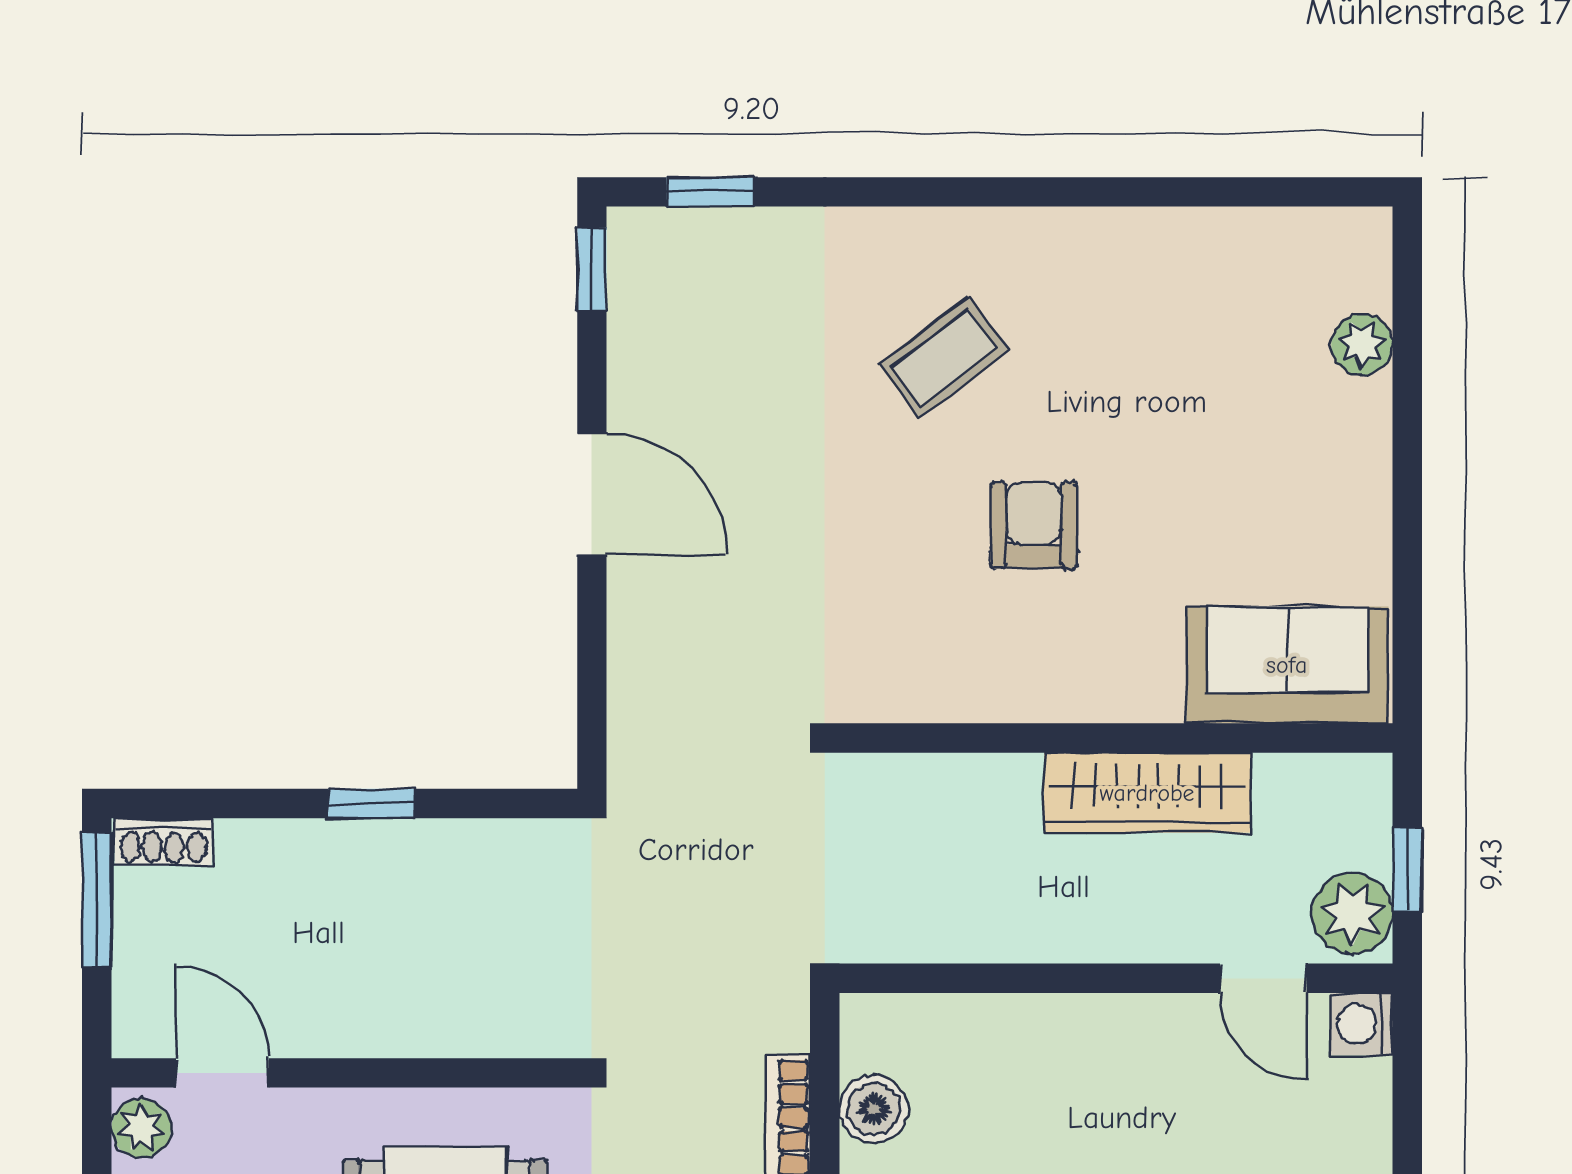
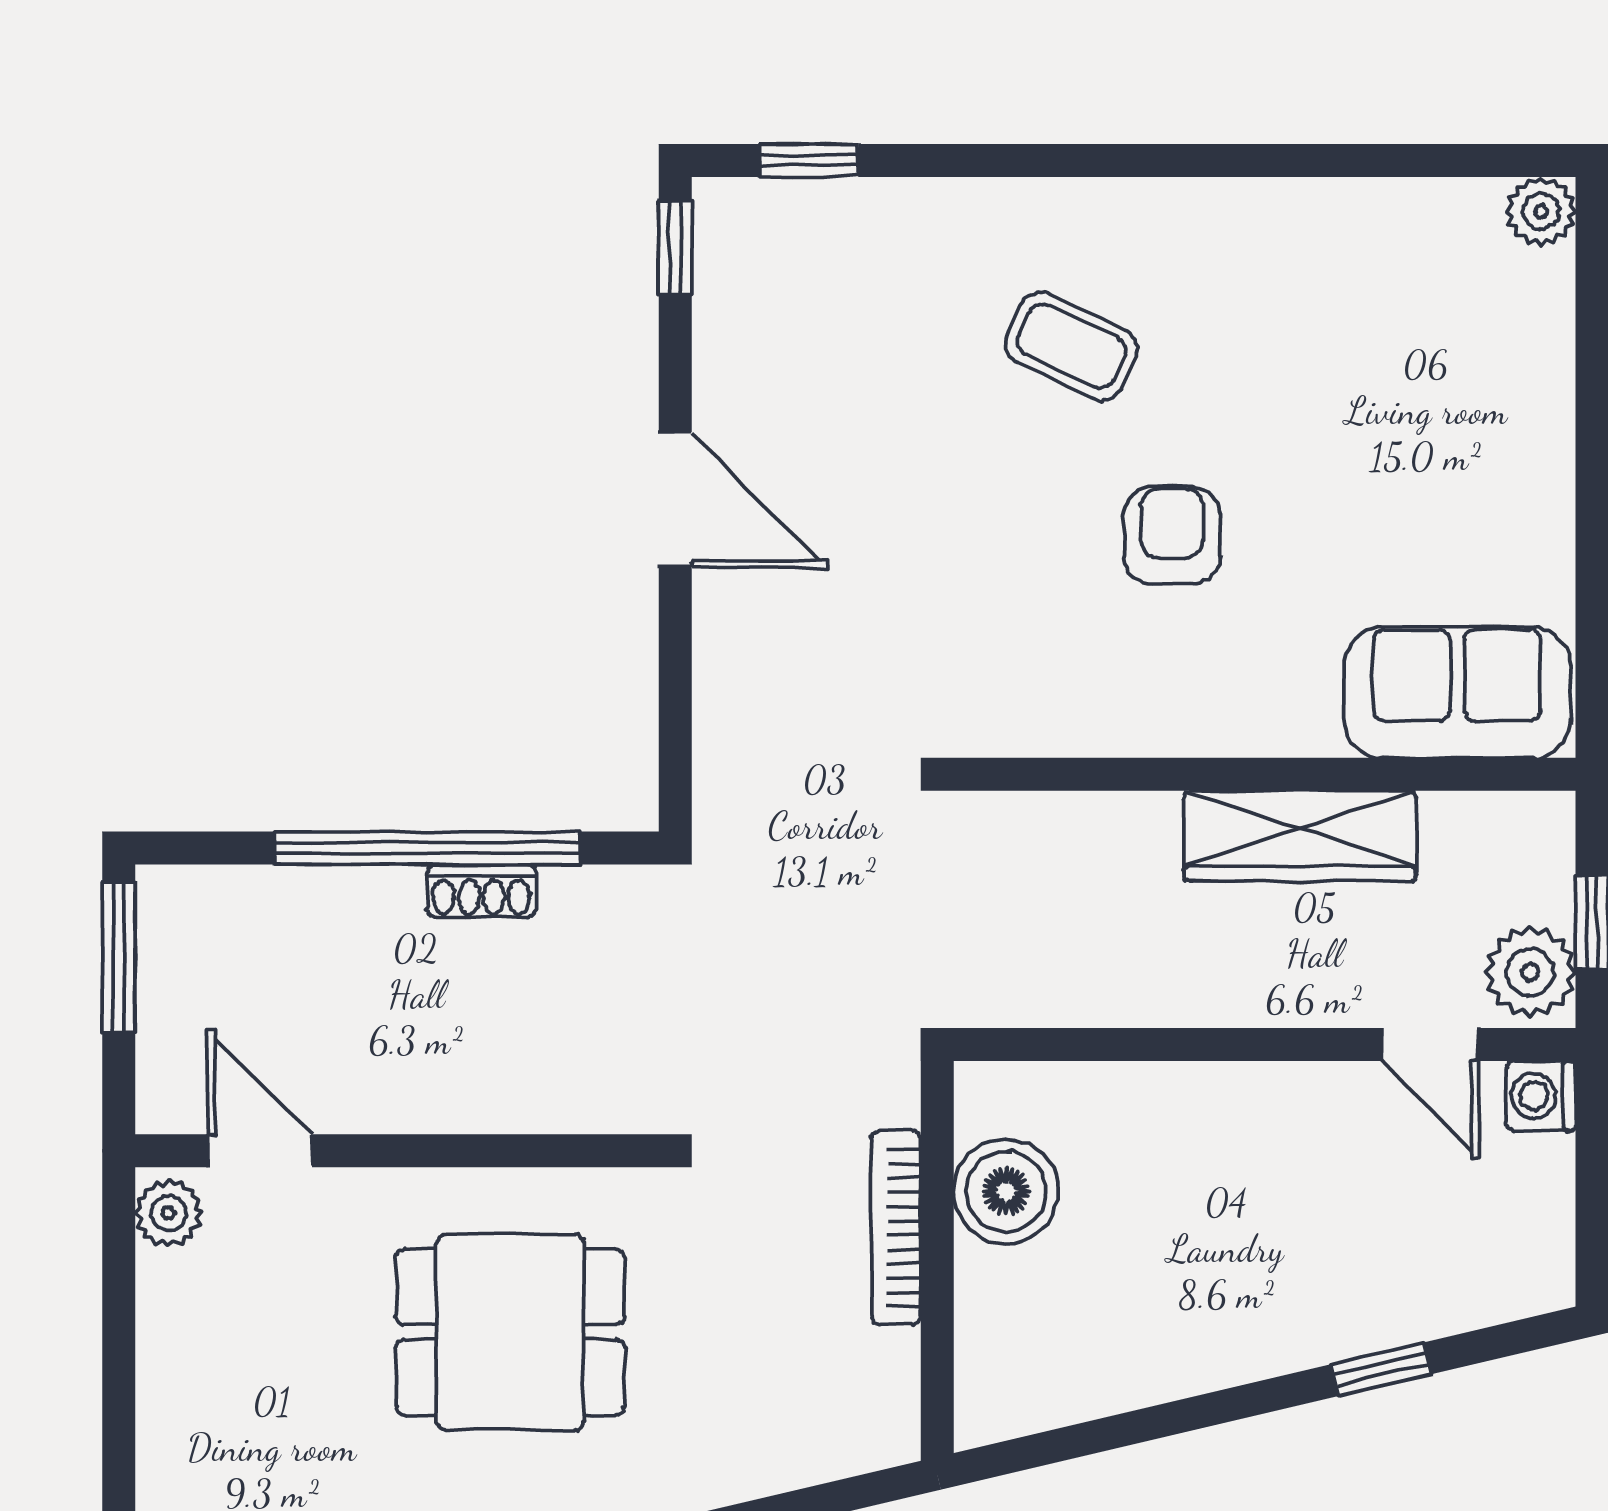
plant: (1362, 345) -> (1541, 211), moved
coffee table: (944, 357) -> (1071, 346), turned 63
window: (371, 804) -> (427, 848), width x3.17
shoe rack: (163, 842) -> (481, 891), moved
boiler: (874, 1109) -> (1006, 1191), width x1.36, depth x1.36

